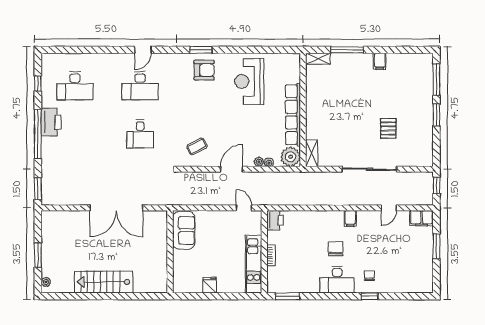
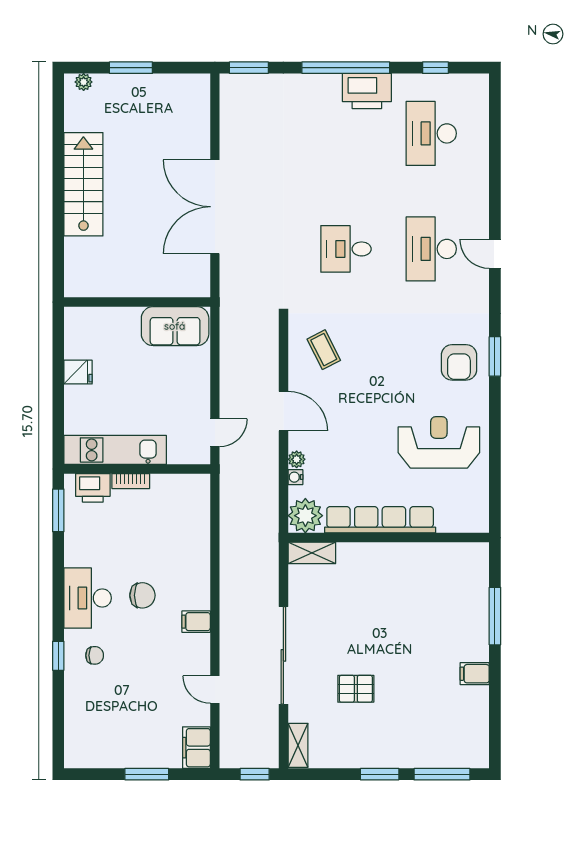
shelving: (318, 59) -> (298, 745), moved
printer: (275, 220) -> (93, 488), moved

